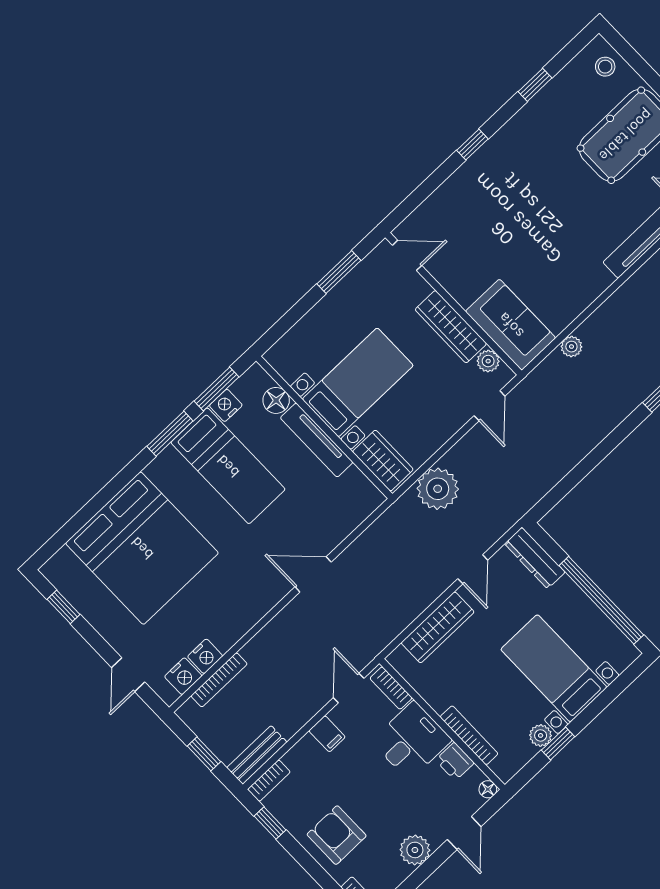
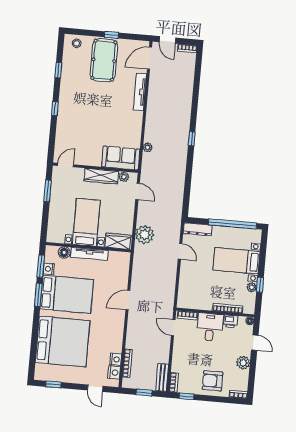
bed: (228, 466) -> (67, 294), width x1.50
wardrobe: (438, 627) -> (185, 281), removed
filing cabinet: (327, 734) -> (179, 350), removed

